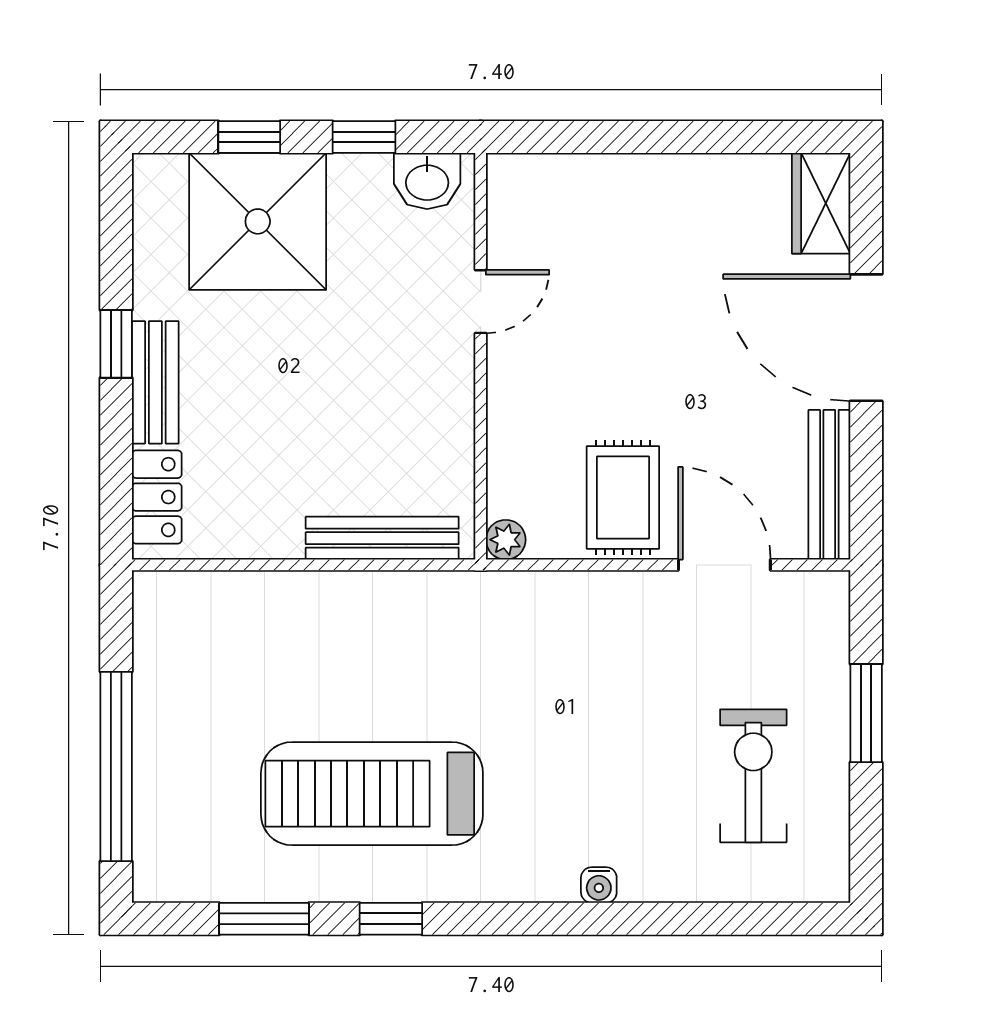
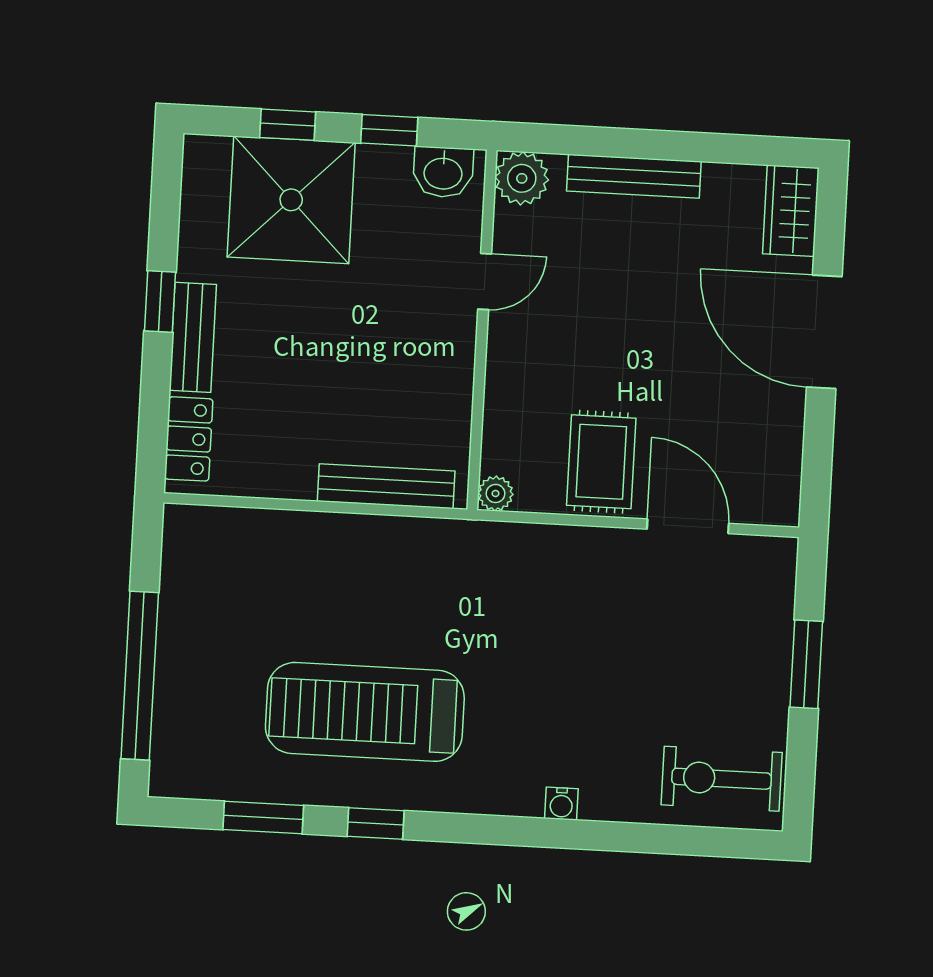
plant: (516, 183) -> (522, 178), added
bench: (829, 485) -> (634, 176), moved, turned 90
exercise bike: (753, 776) -> (722, 779), moved, turned -90

